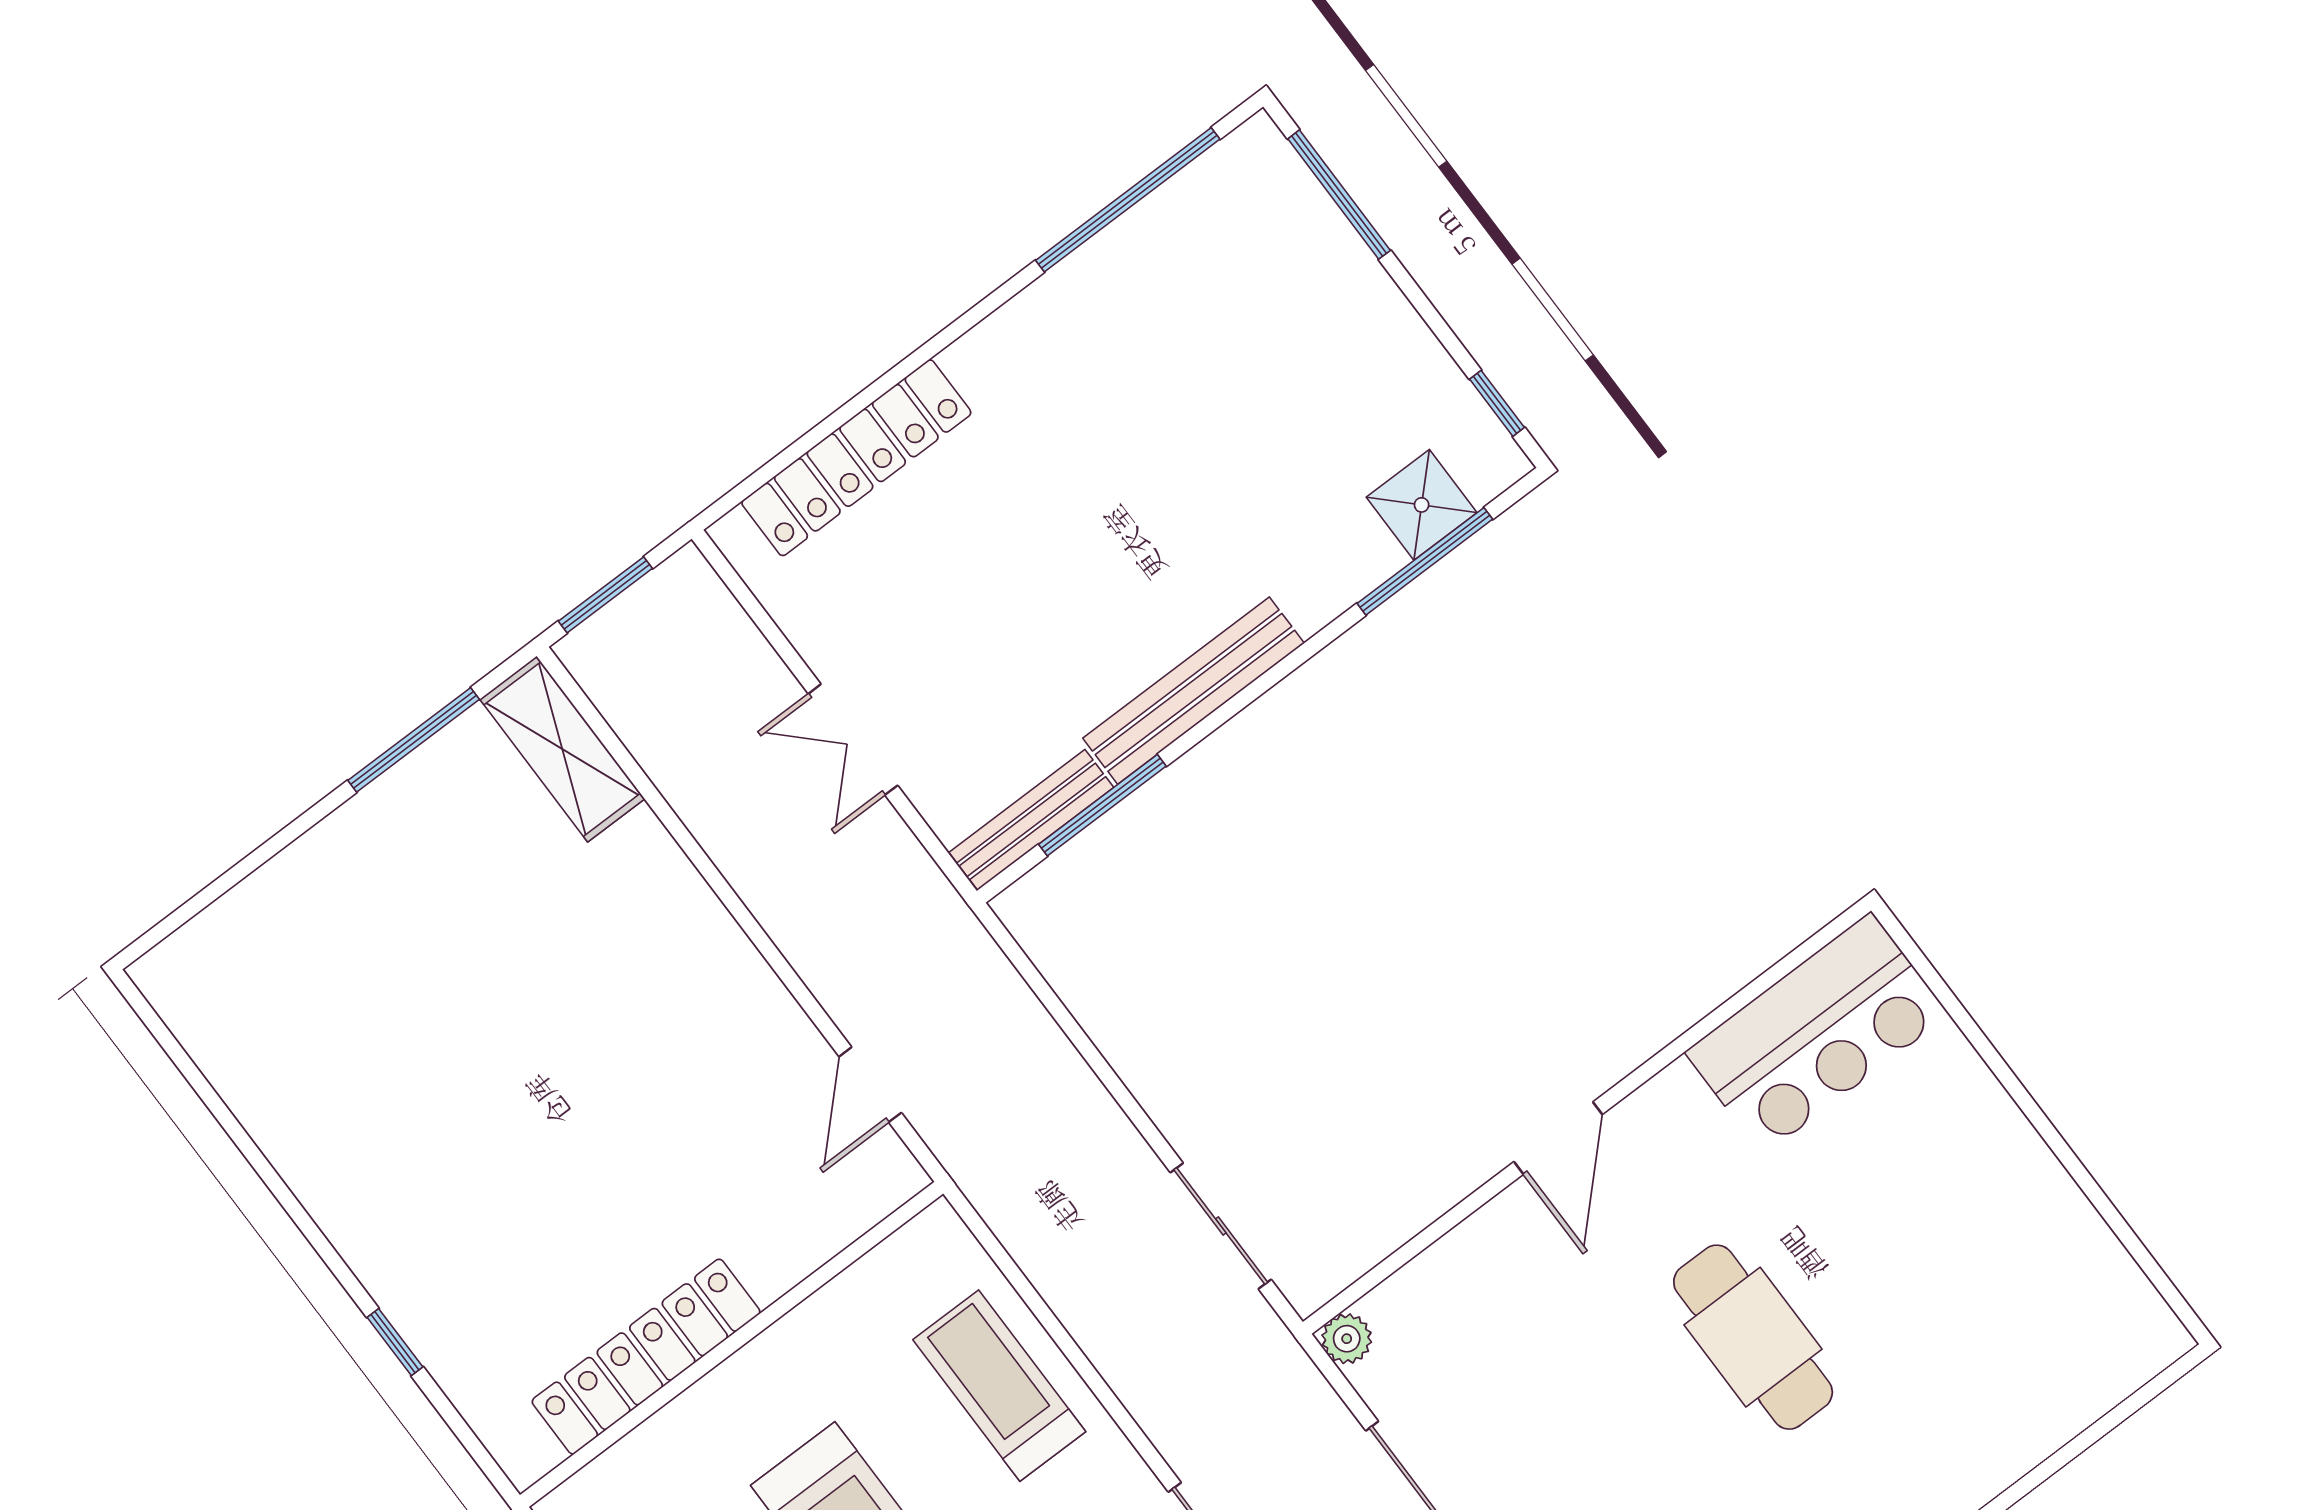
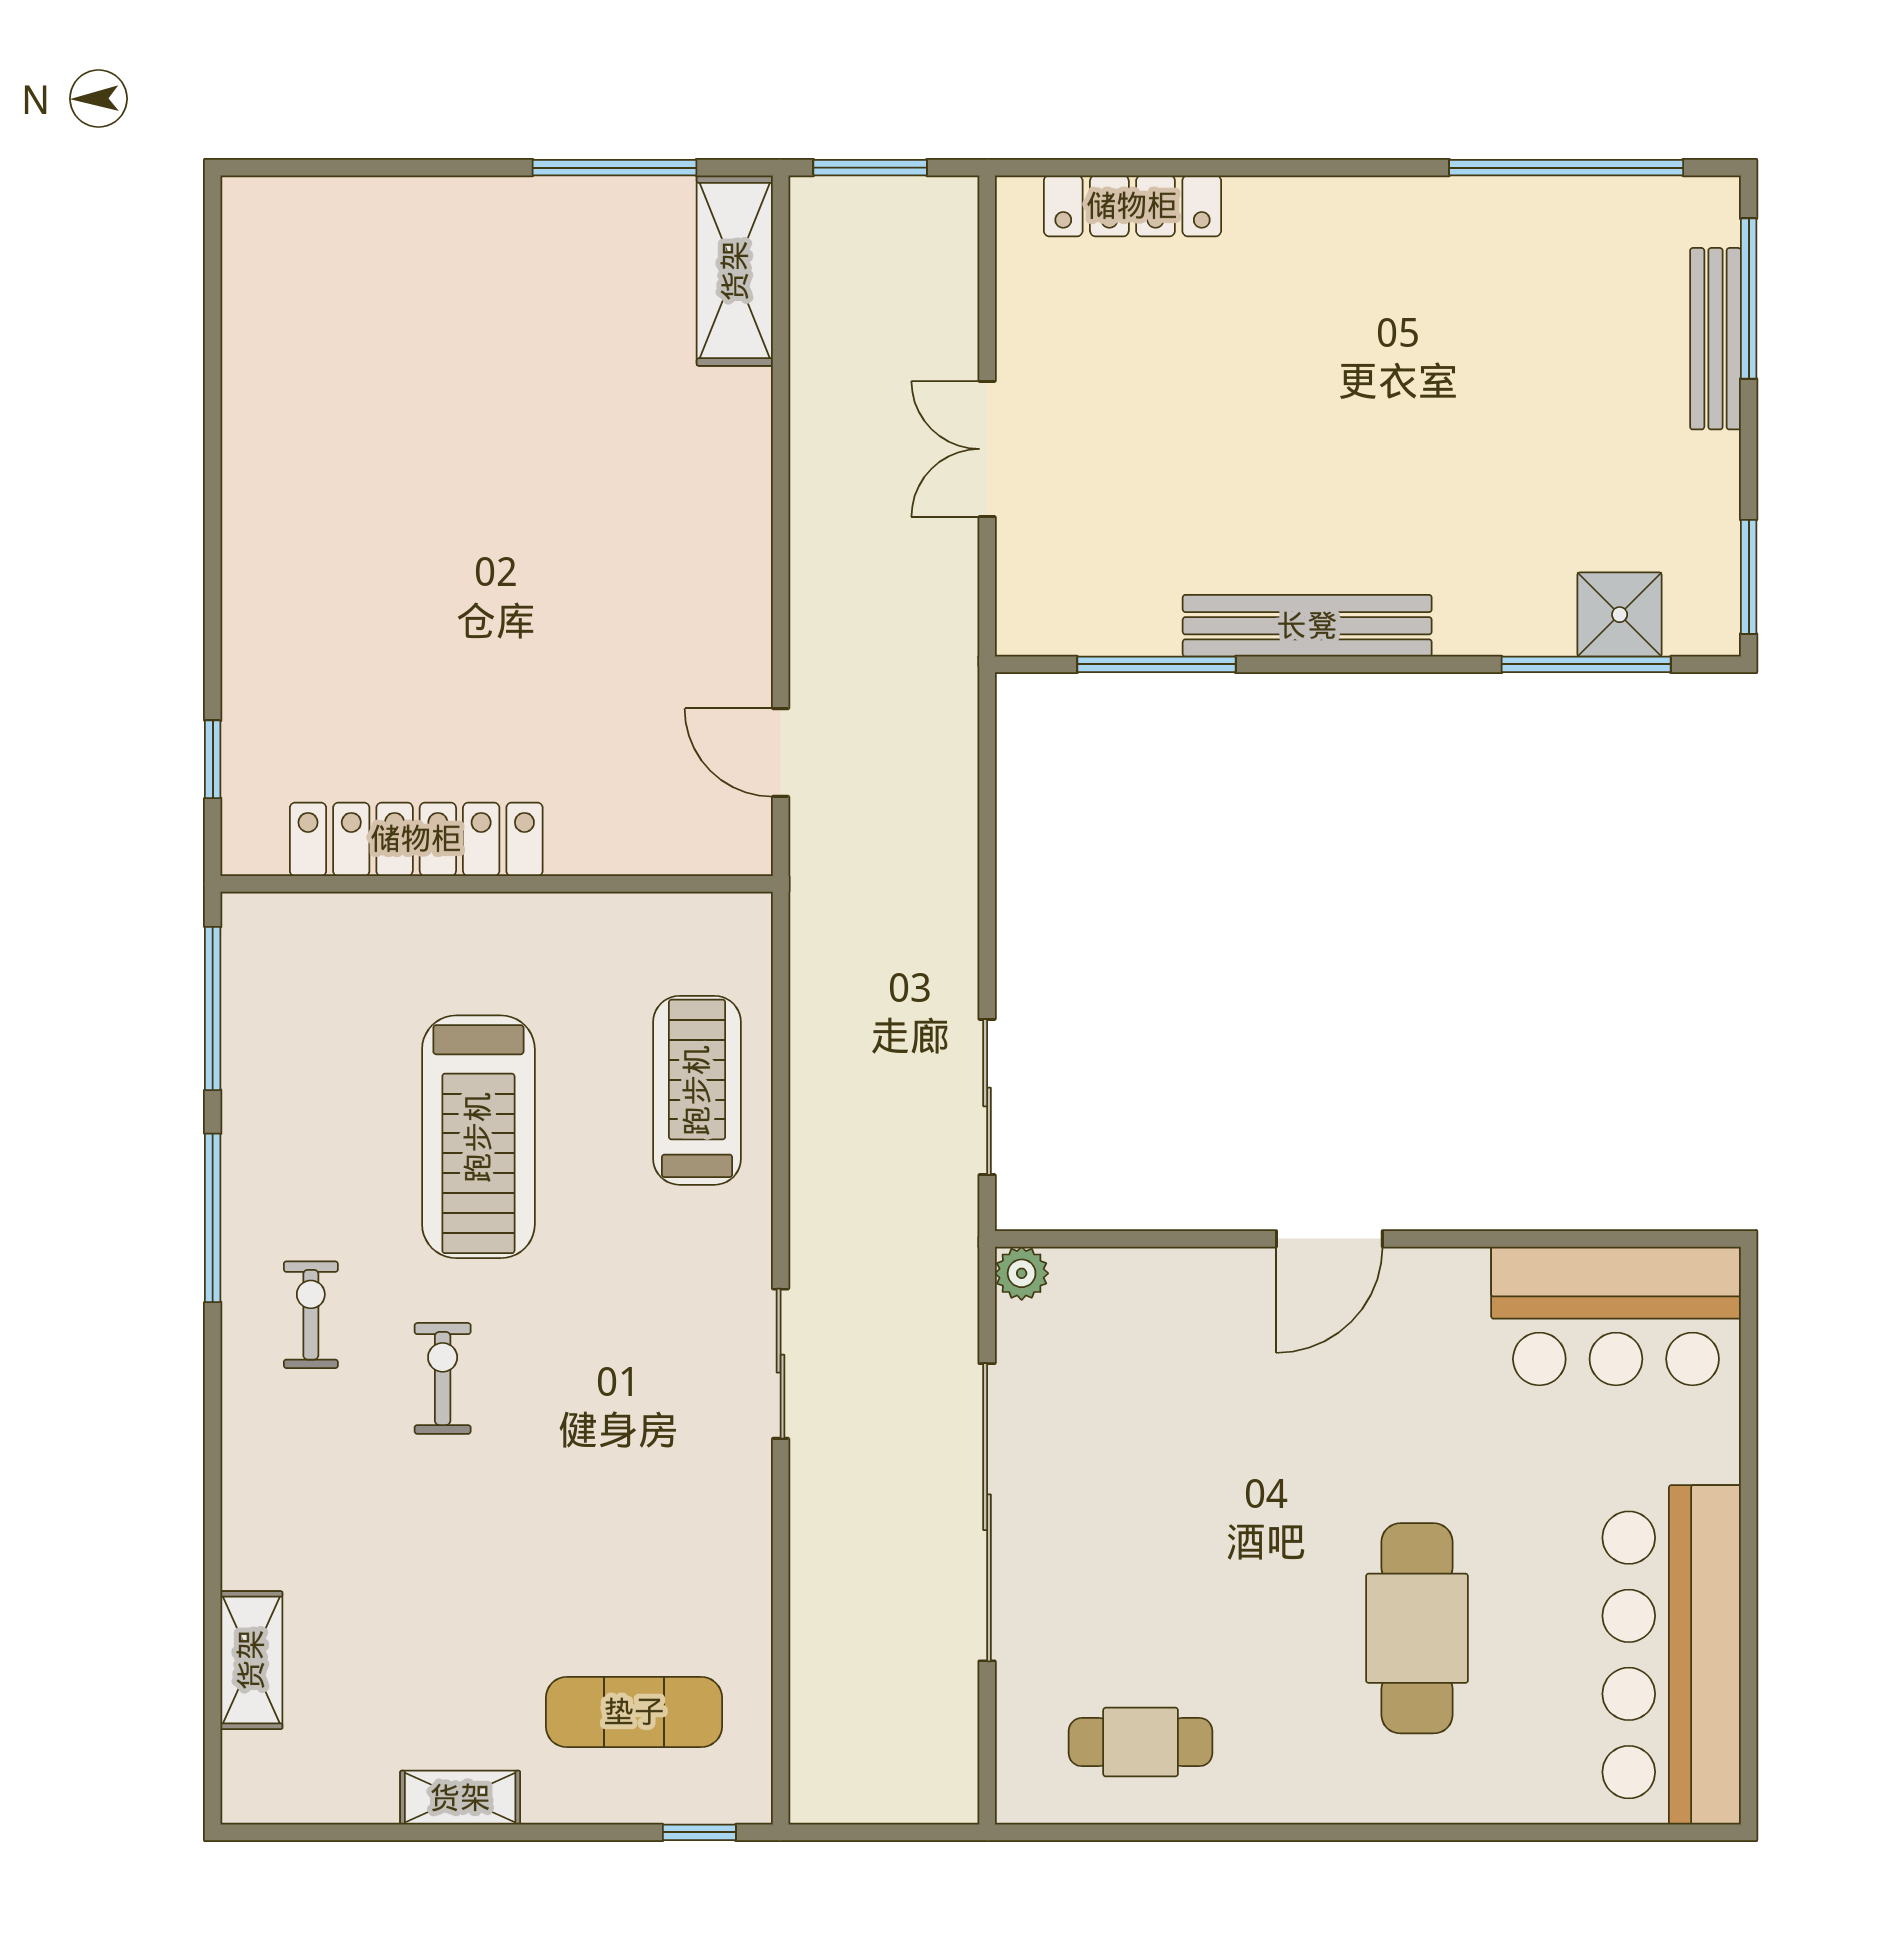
window: (1497, 403) -> (1749, 577), width x1.50
locker: (856, 458) -> (1132, 206), width x0.71, depth x0.83
bench: (1031, 820) -> (1715, 339), moved, turned 90
door: (870, 1085) -> (781, 753), hinge flipped
bar counter: (2051, 1256) -> (1672, 1655), added
cafe table: (1753, 1337) -> (1417, 1628), moved
window: (395, 1342) -> (213, 759), moved

